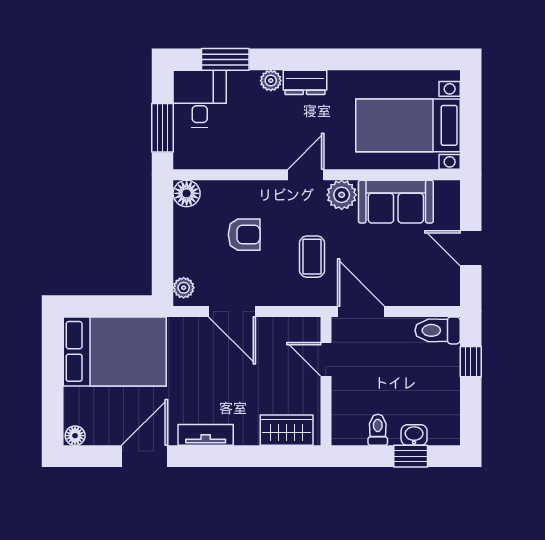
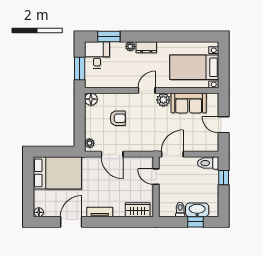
coffee table: (312, 257) -> (149, 129), removed
door: (361, 311) -> (172, 154), hinge flipped
washbasin: (414, 435) -> (197, 210), width x1.91, depth x1.45

